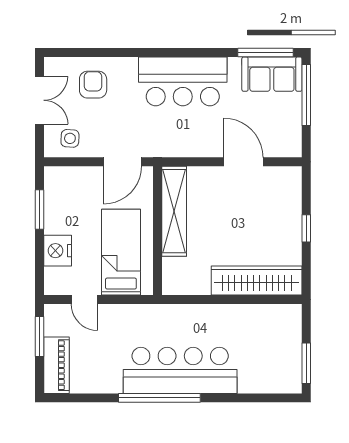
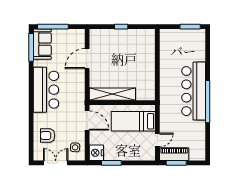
nightstand: (58, 251) -> (96, 153), moved, turned 90
wardrobe: (257, 280) -> (148, 52), removed
piano: (56, 365) -> (174, 154), moved

